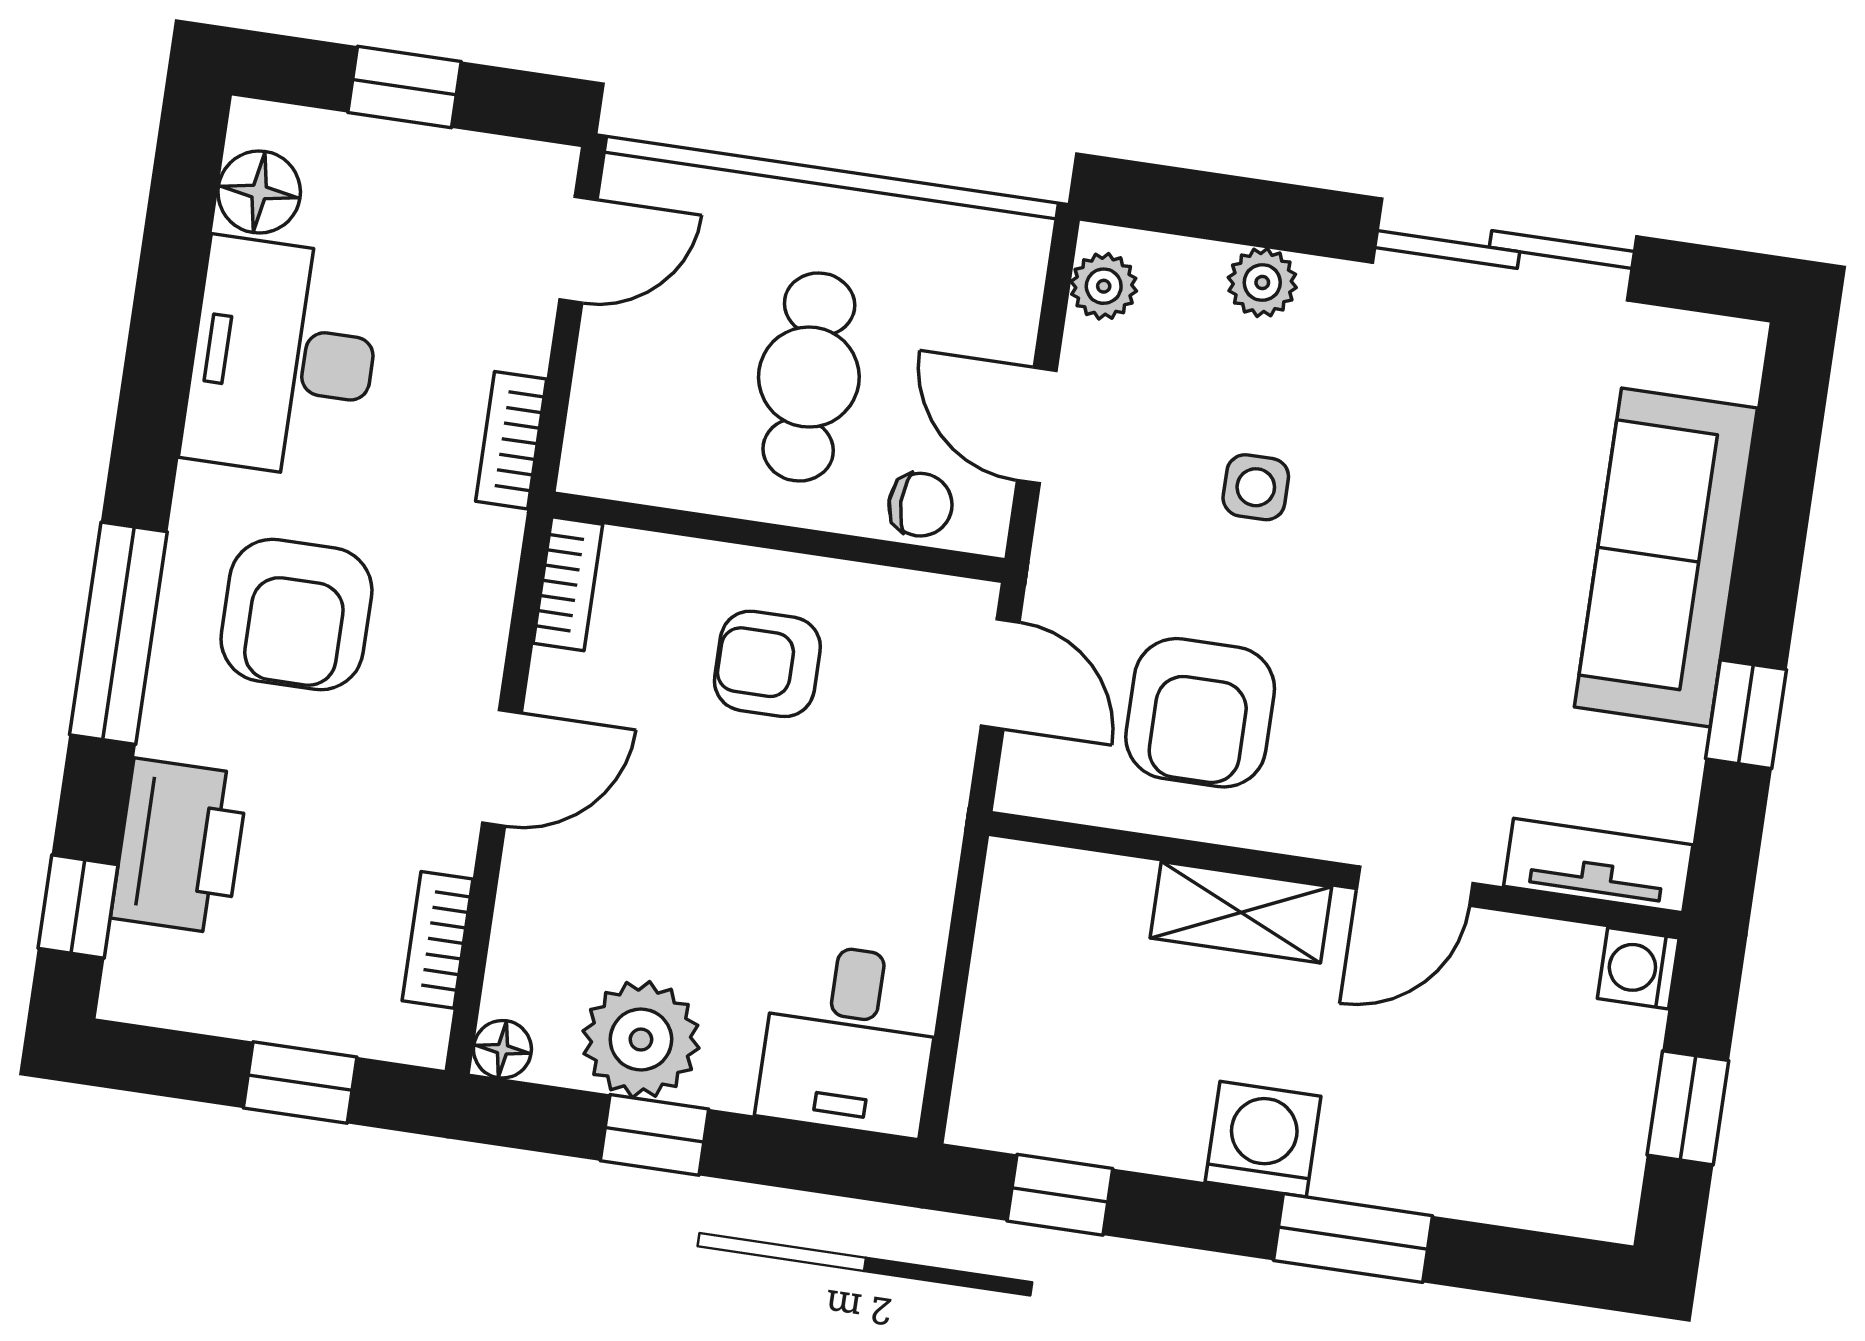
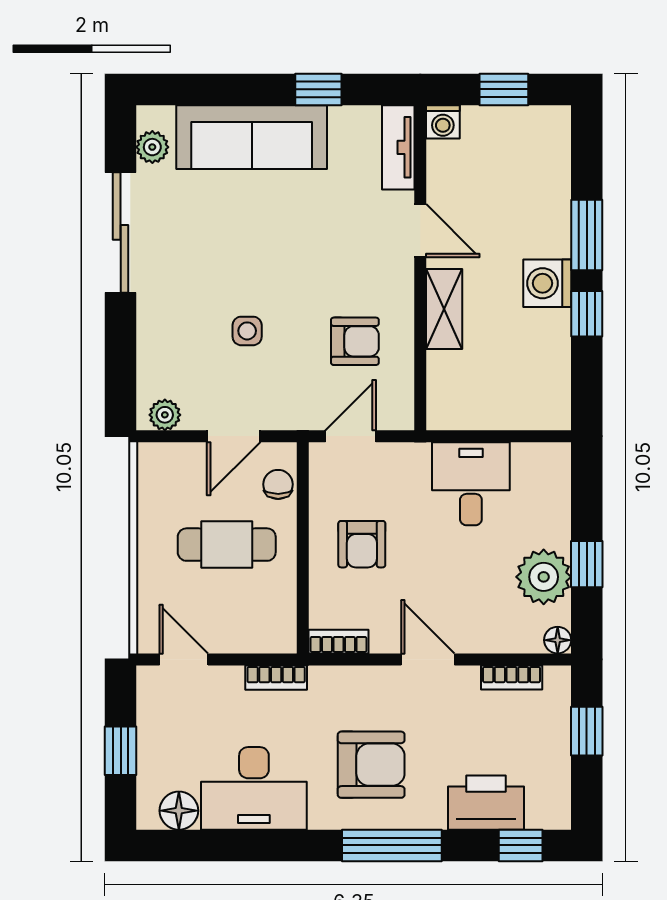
plant: (1262, 283) -> (152, 147), moved
armchair: (1200, 713) -> (355, 341), width x0.72, depth x0.72
desk: (850, 1039) -> (471, 484), moved, turned -90
window: (1060, 1195) -> (587, 314), moved

